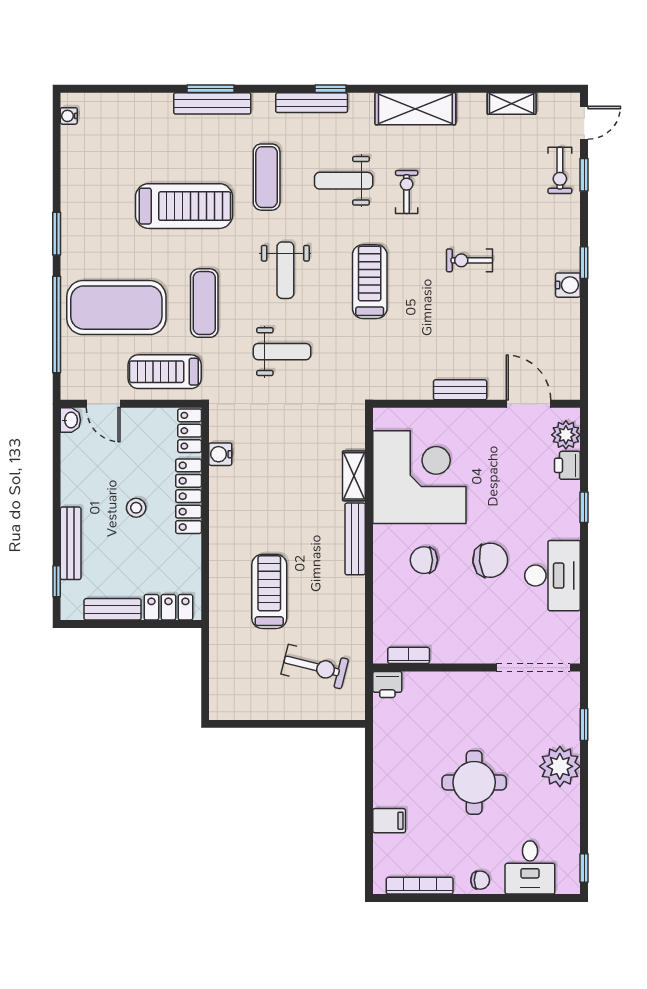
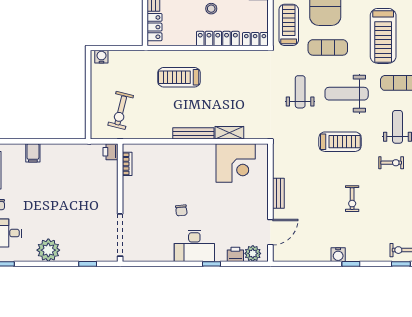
exercise bike: (470, 260) -> (352, 199), turned 180
weight bench: (285, 270) -> (347, 94), width x1.36, depth x1.33
weight bench: (282, 352) -> (300, 92), turned 180
water cooler: (220, 454) -> (101, 57), moved
corner desk: (419, 477) -> (236, 163), width x0.74, depth x0.74
chair: (424, 560) -> (181, 173), removed
chair: (490, 560) -> (181, 210), width x0.54, depth x0.54
desk: (553, 576) -> (194, 246), moved
treadmill: (269, 591) -> (179, 77), moved, turned 180
plant: (560, 766) -> (48, 250), moved
round table: (474, 782) -> (55, 201), removed

